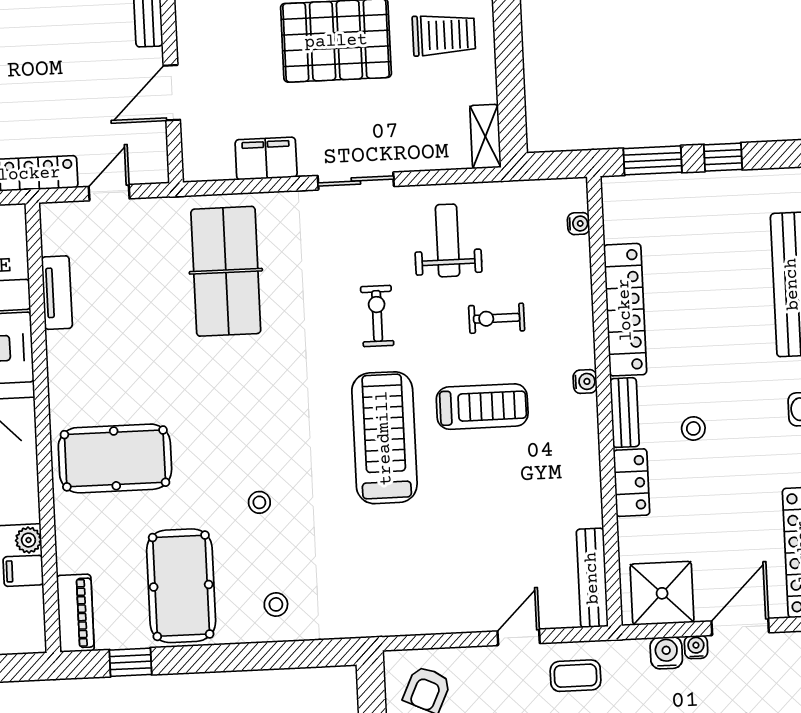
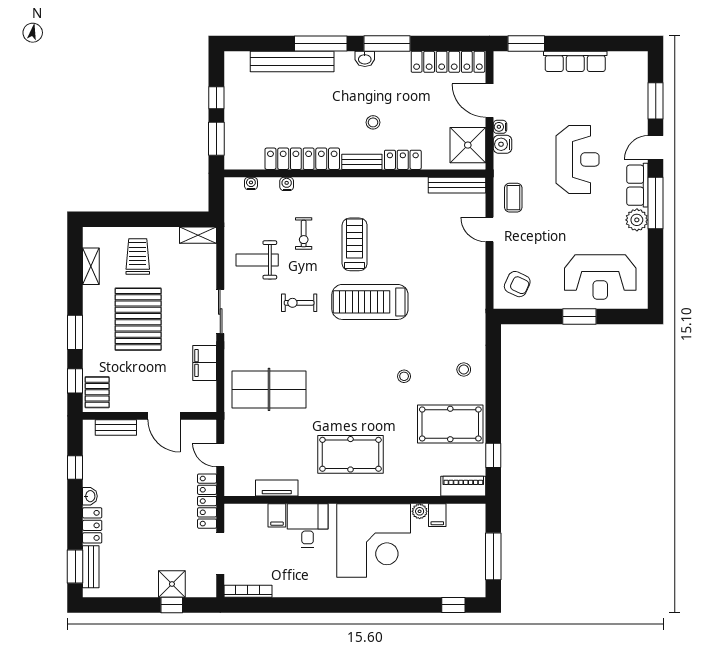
water cooler: (585, 382) -> (287, 184), moved
pool table: (115, 458) -> (350, 454), moved, turned 90

